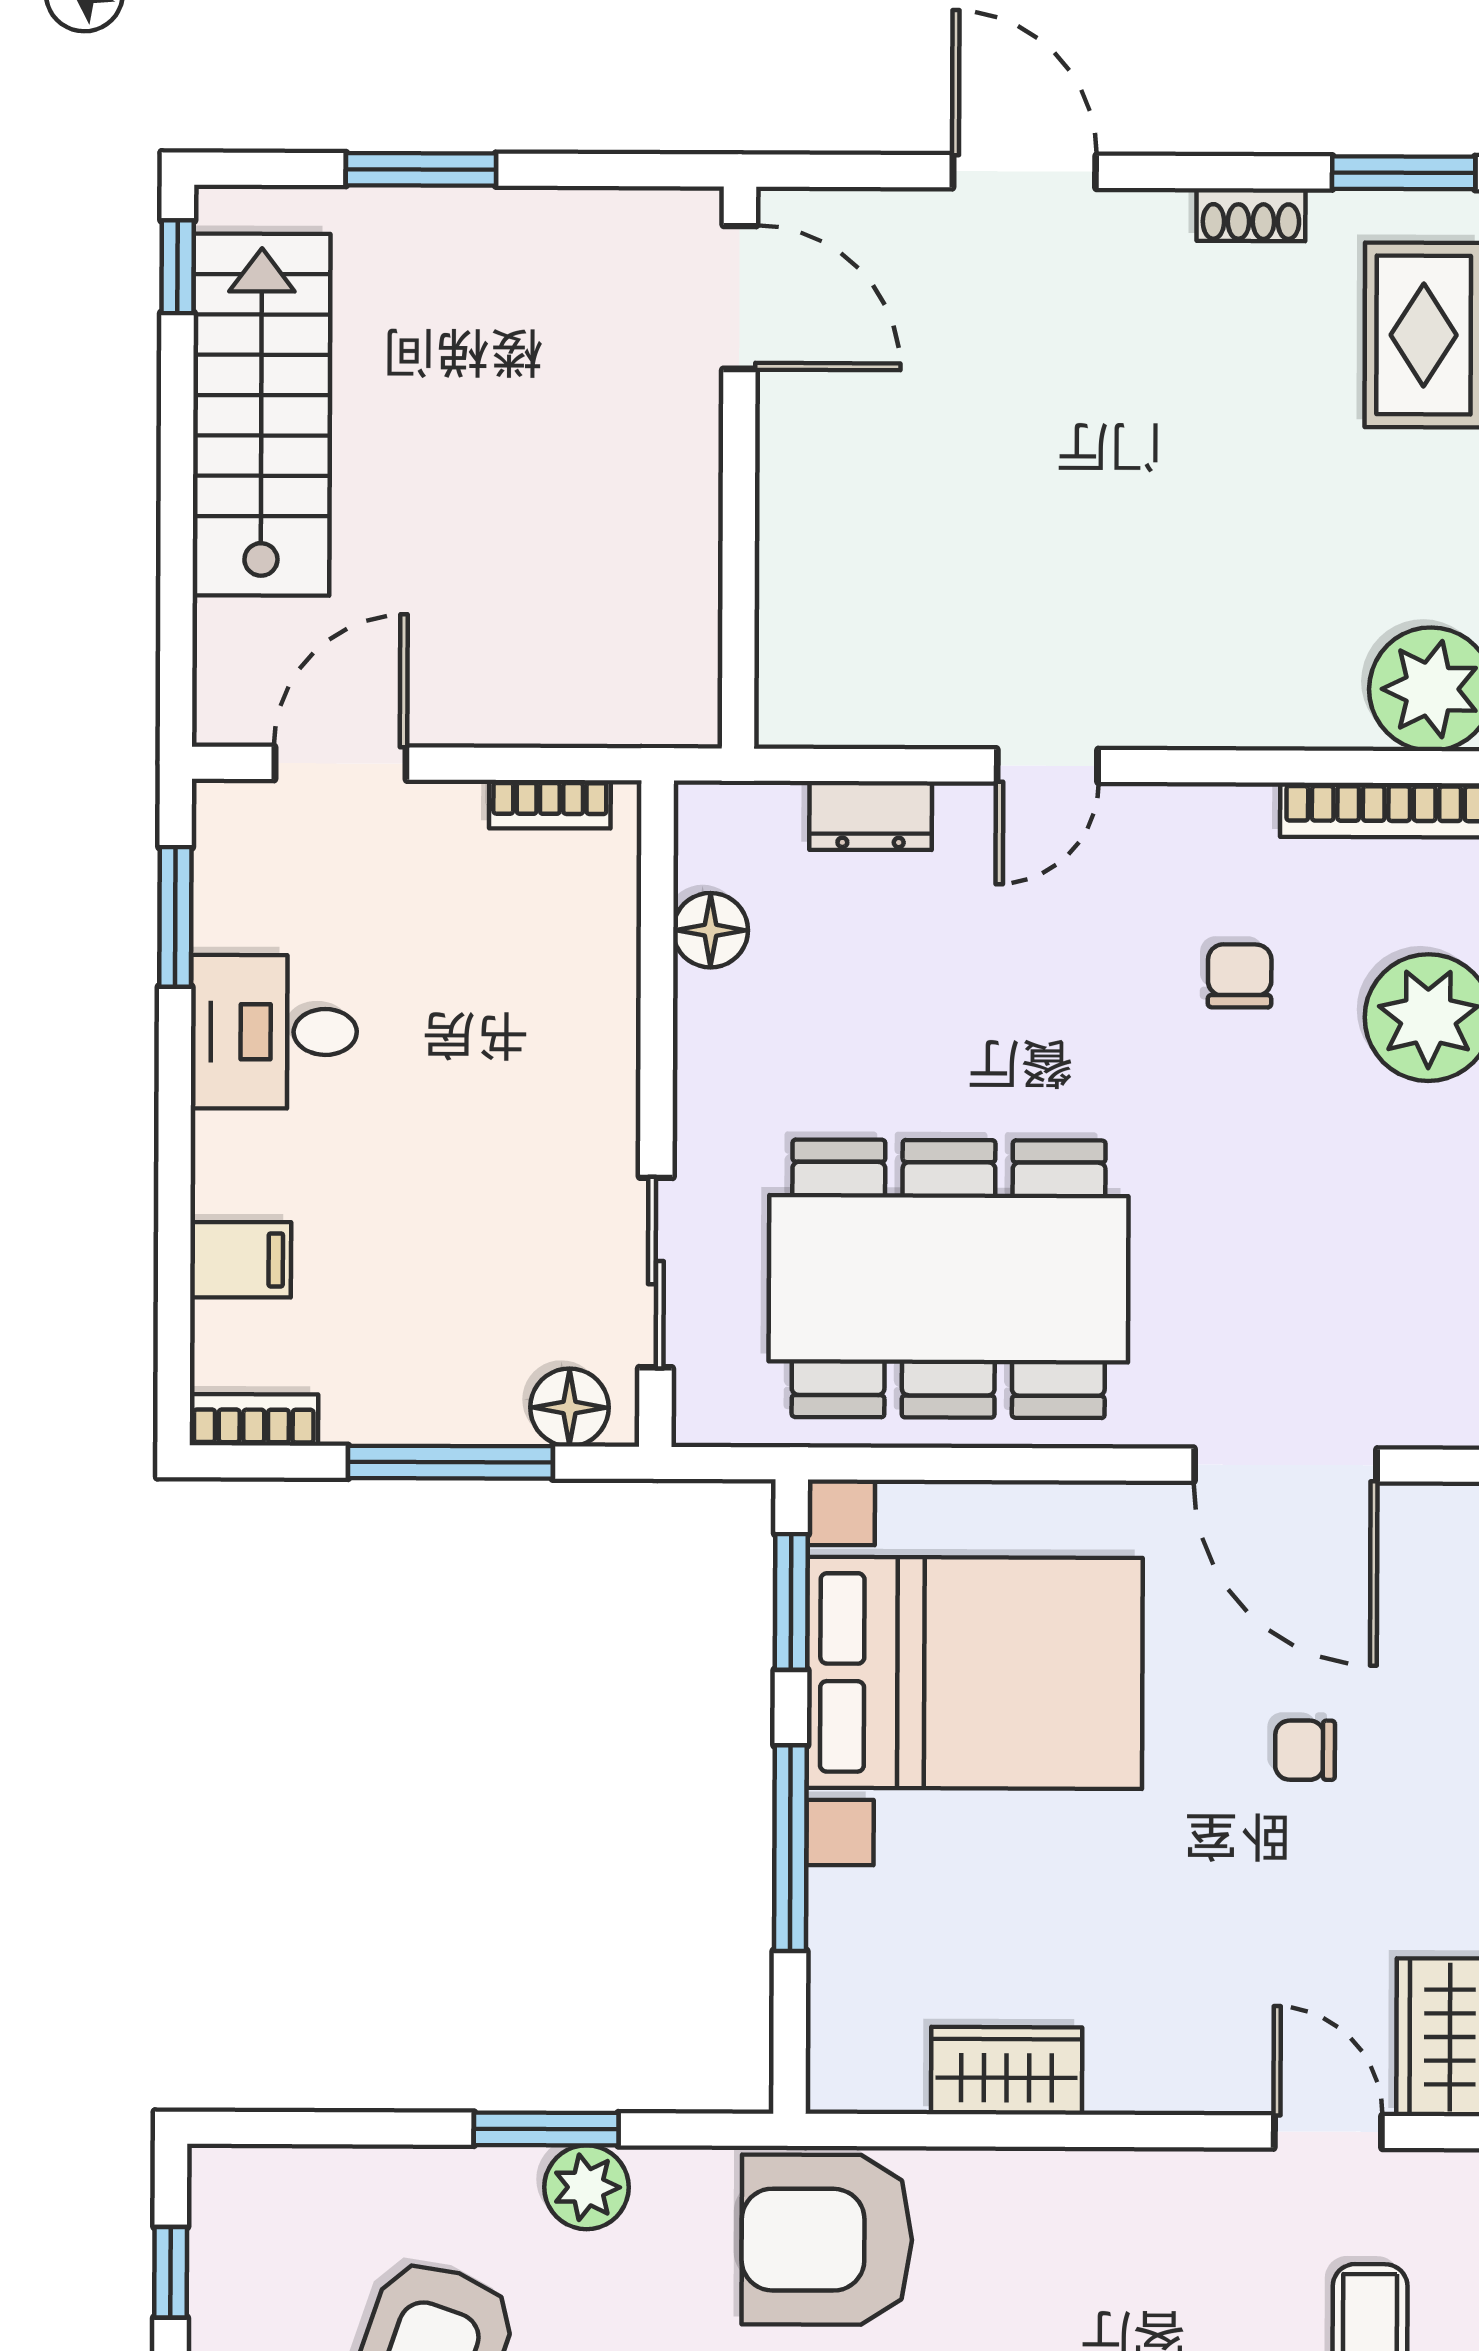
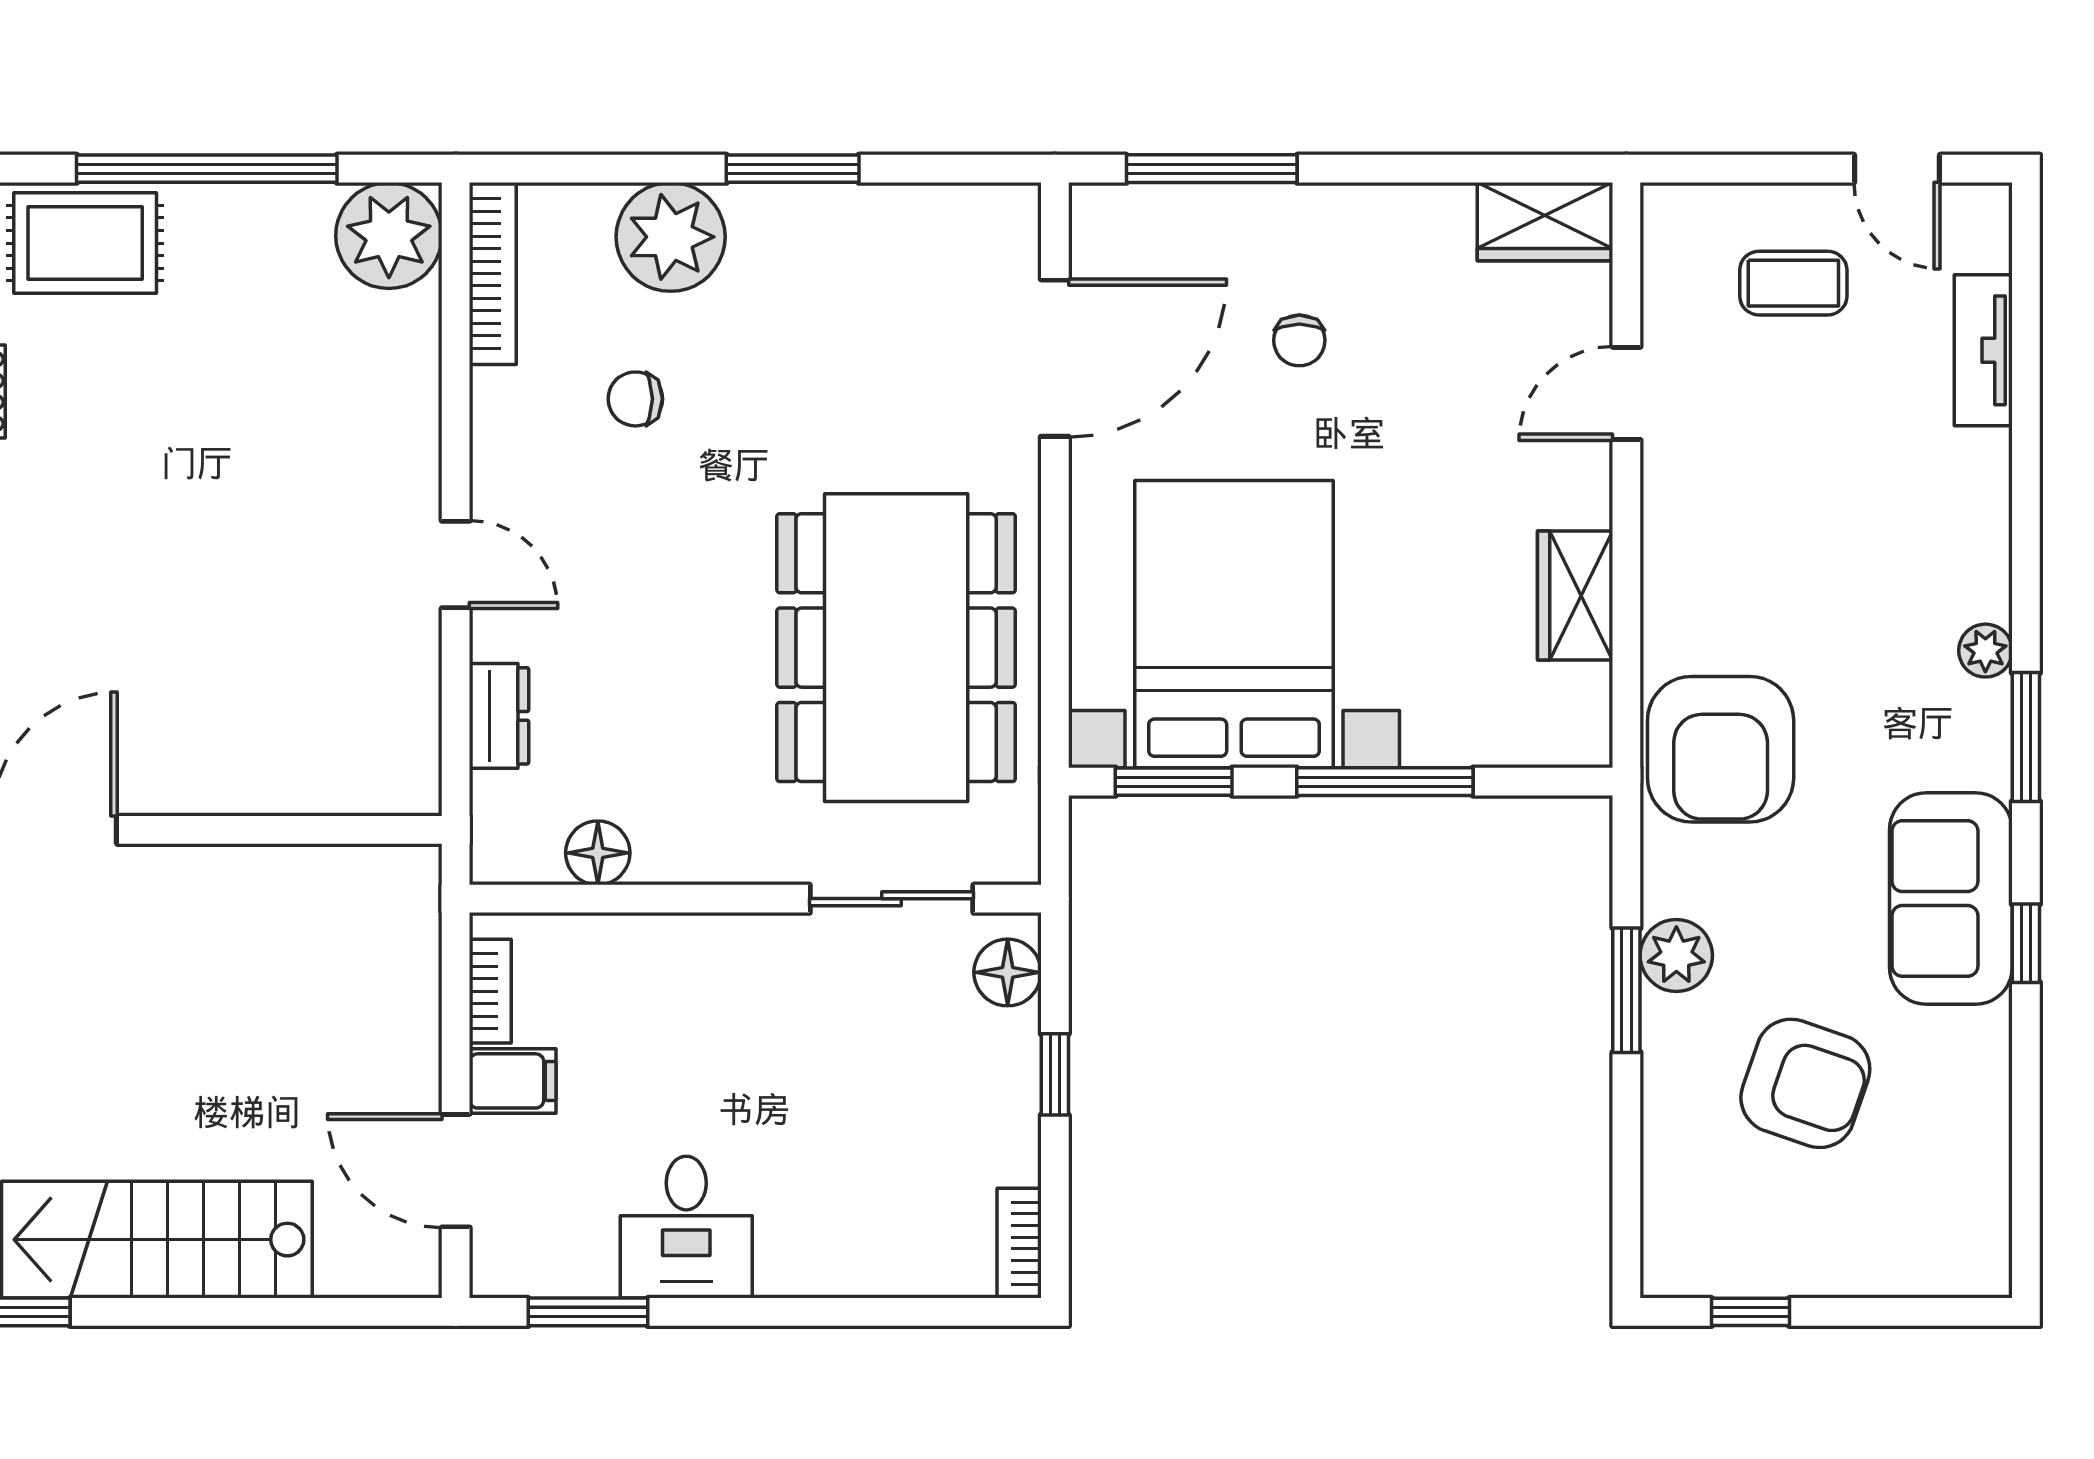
filing cabinet: (241, 1260) -> (513, 1081), moved, turned 90
window: (450, 1462) -> (1055, 1074), width x0.46
door: (1328, 2132) -> (1626, 393), moved

